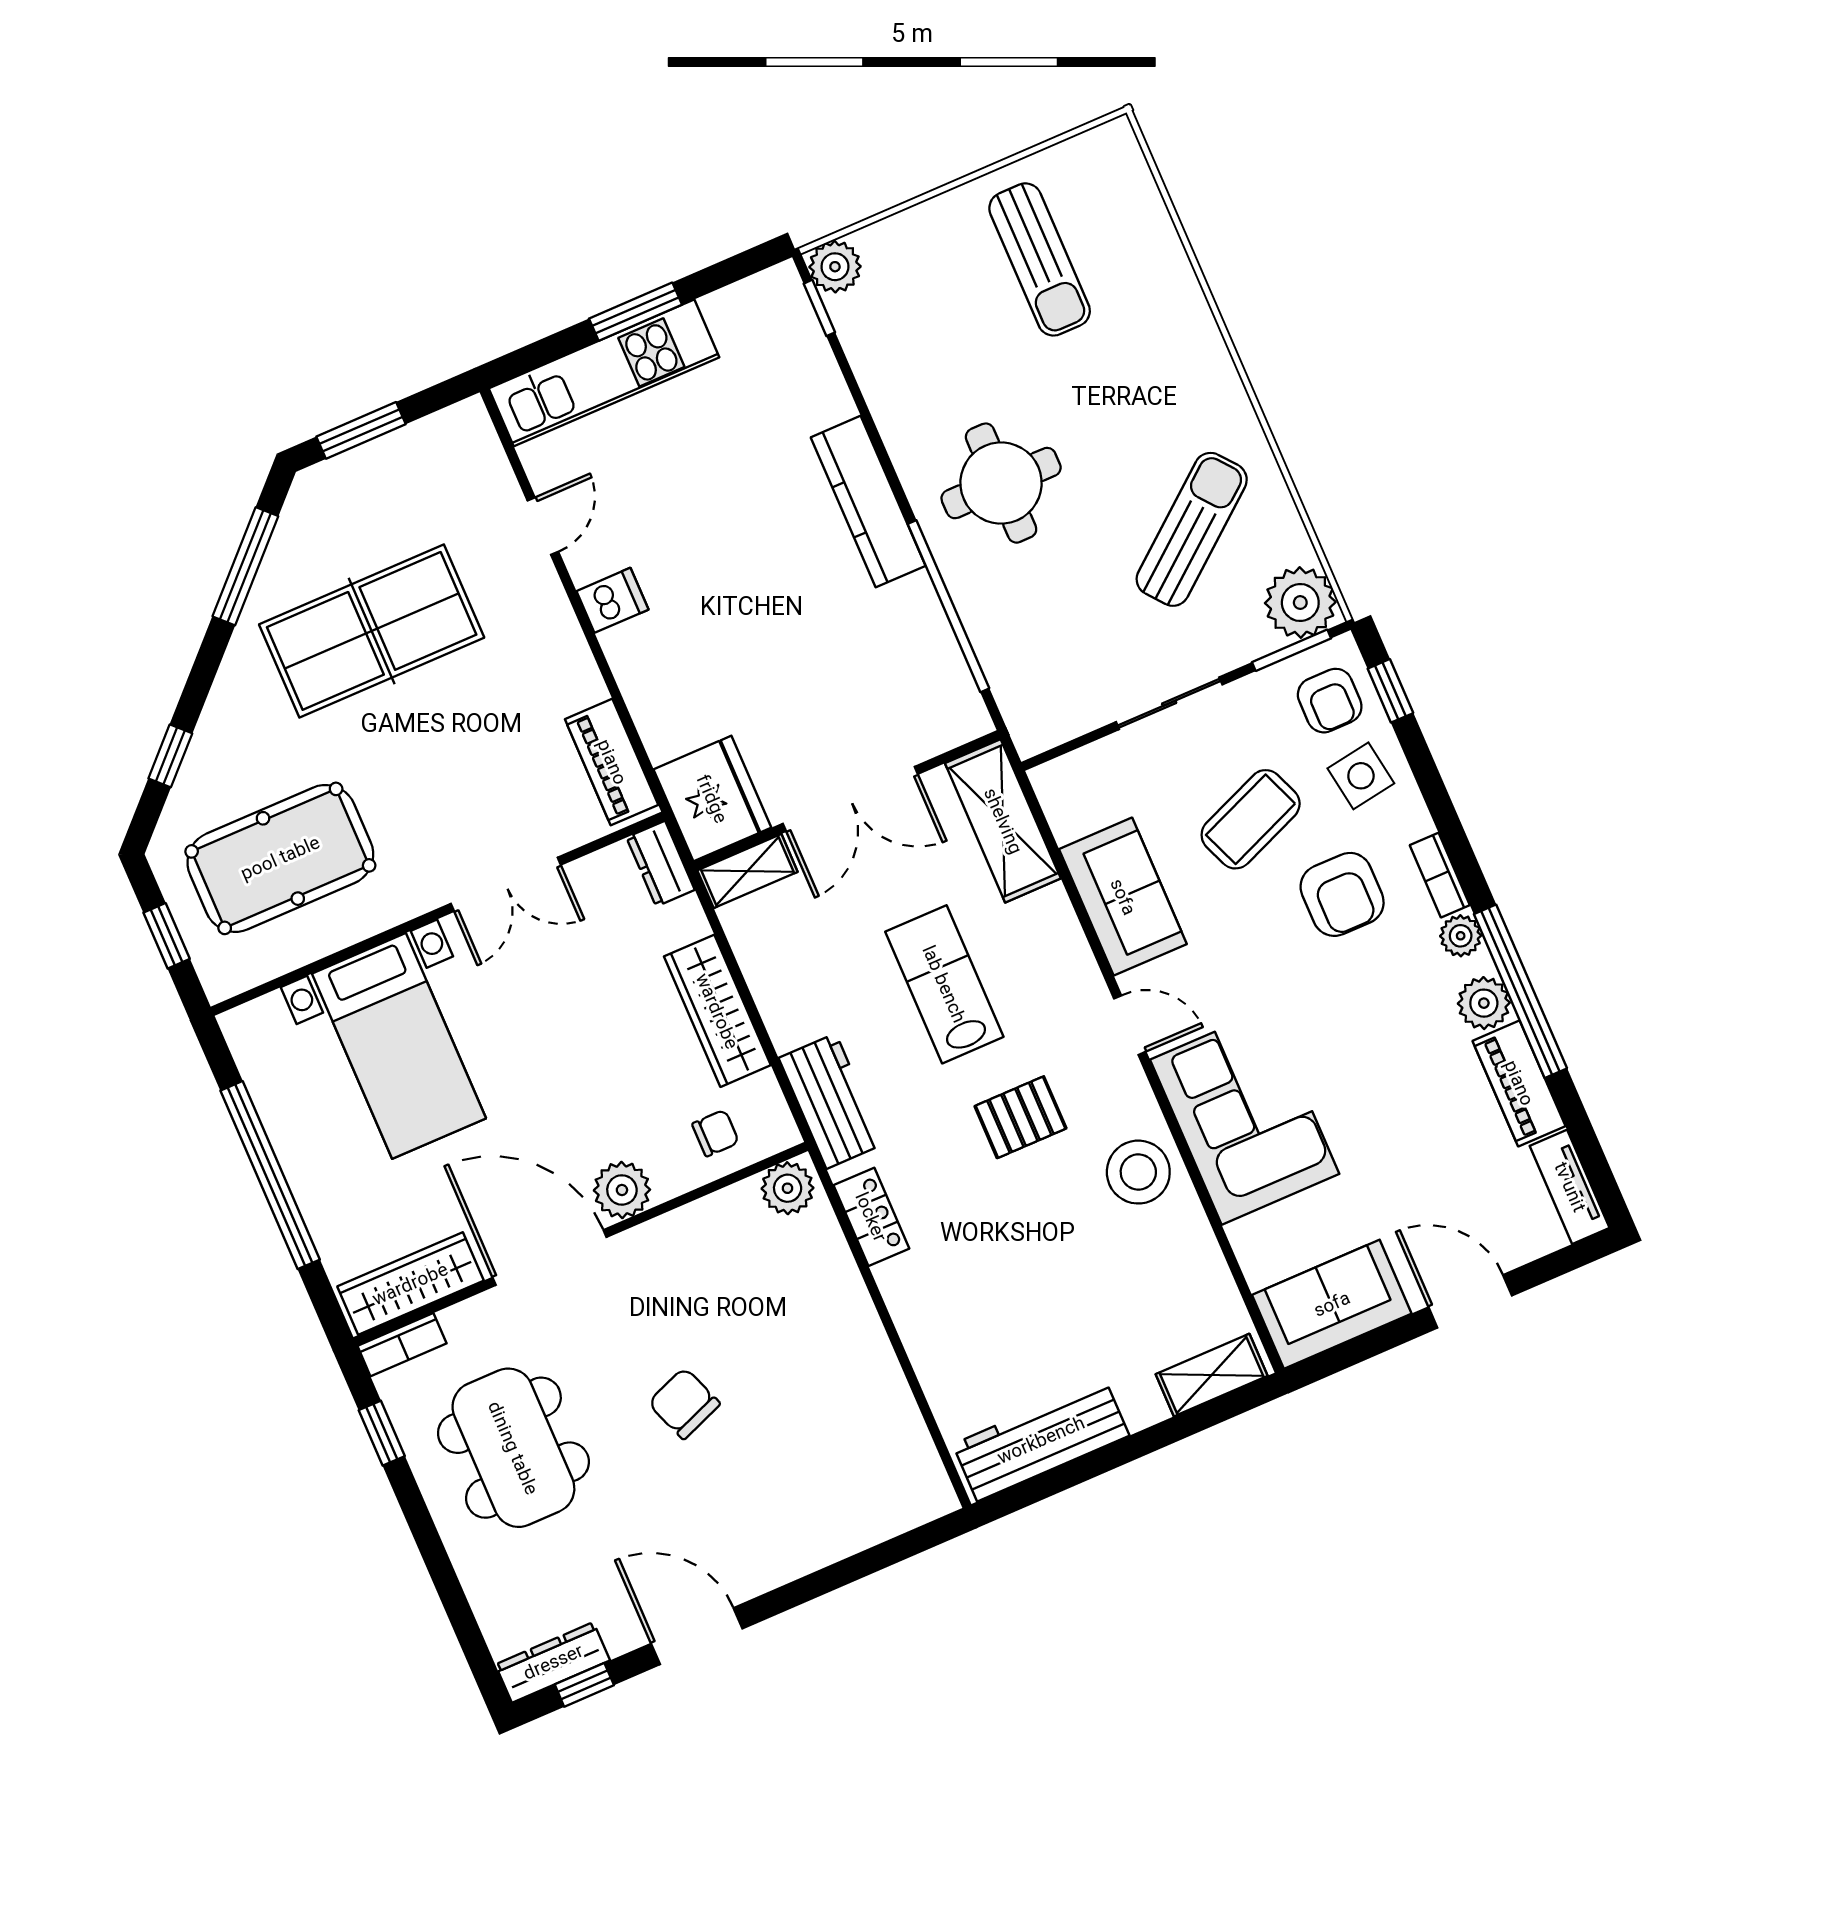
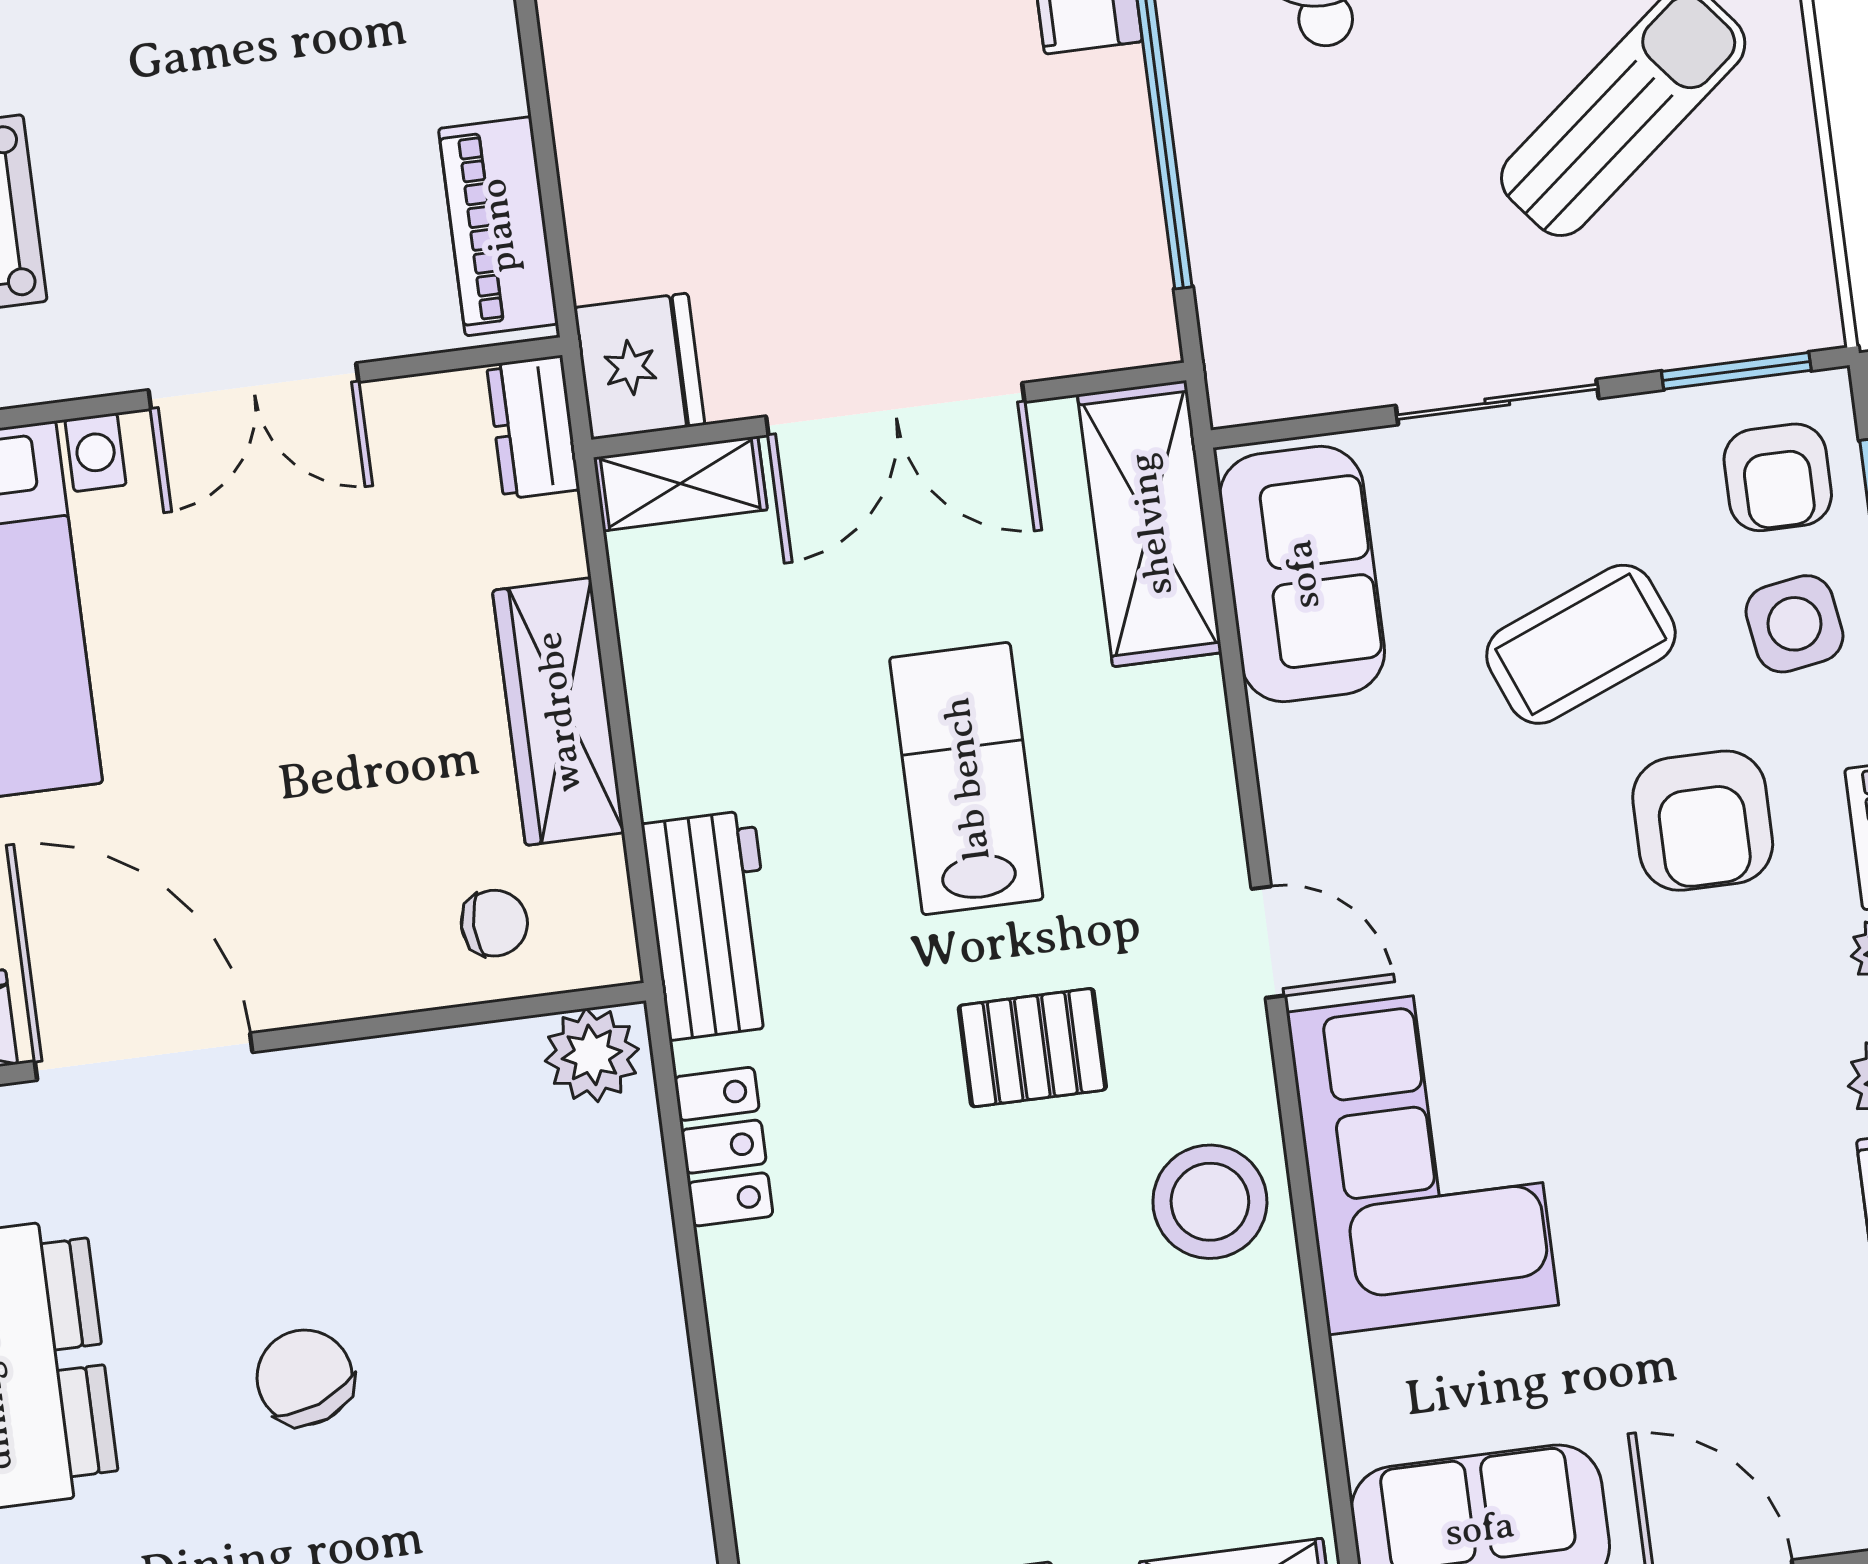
plant: (1300, 603) -> (1775, 292), removed
fridge: (712, 799) -> (639, 366), width x0.73, depth x0.75
sofa: (1123, 897) -> (1302, 574), moved
plant: (622, 1190) -> (303, 975), removed

